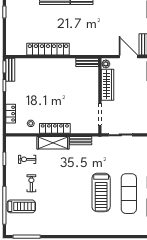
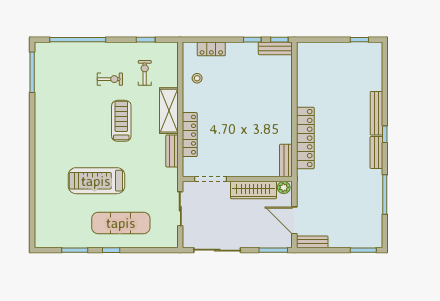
locker: (48, 49) -> (305, 138), moved
door: (128, 57) -> (294, 220), swing flipped
locker: (55, 128) -> (190, 135), moved
exercise mat: (129, 194) -> (121, 223), moved
treadmill: (21, 206) -> (121, 121), moved, turned 180

